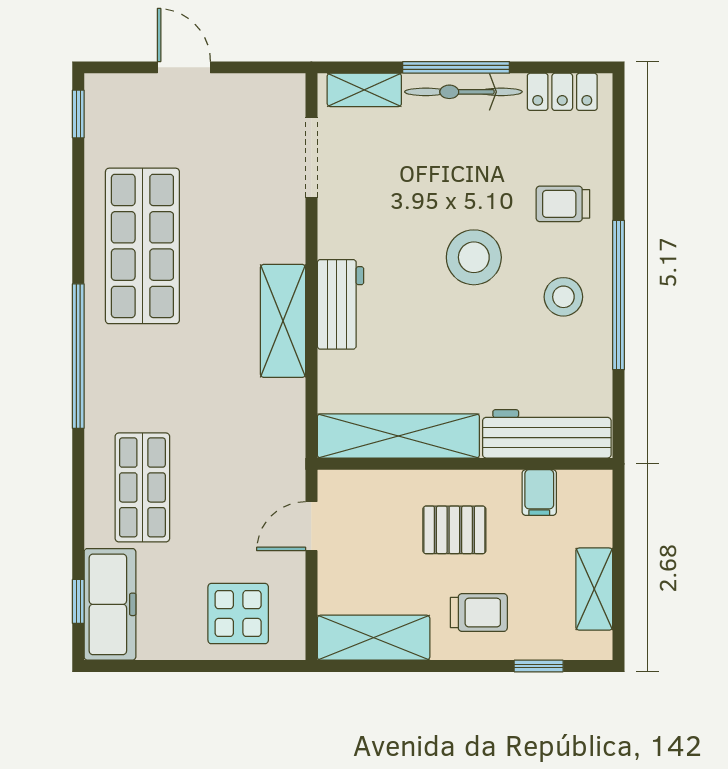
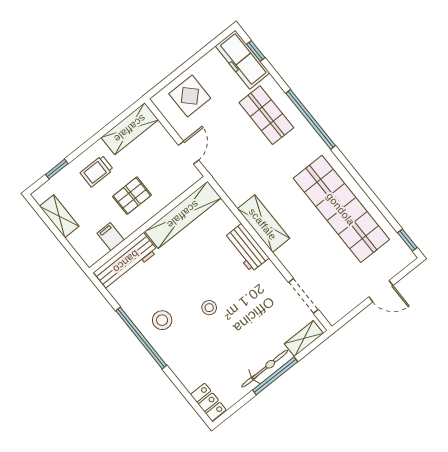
locker: (562, 92) -> (208, 402), moved, turned 90
trolley: (563, 204) -> (191, 356), removed
shop shelf: (142, 246) -> (341, 209), width x1.40
stool: (474, 257) -> (209, 308), width x0.53, depth x0.53
window: (78, 356) -> (311, 119), moved

